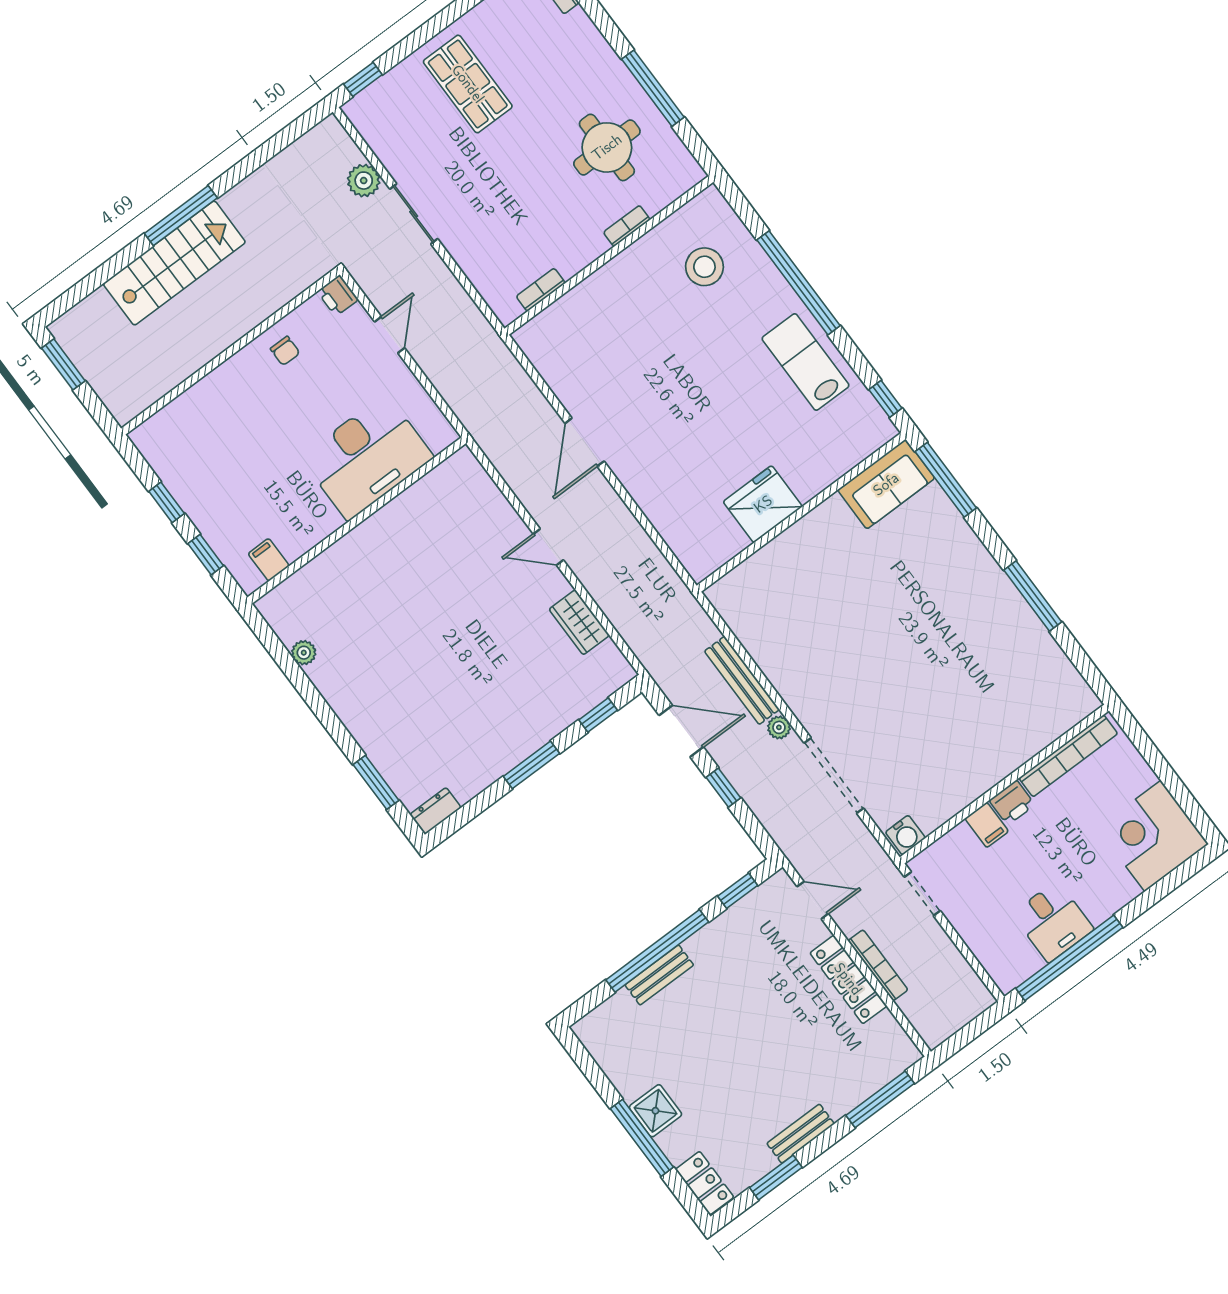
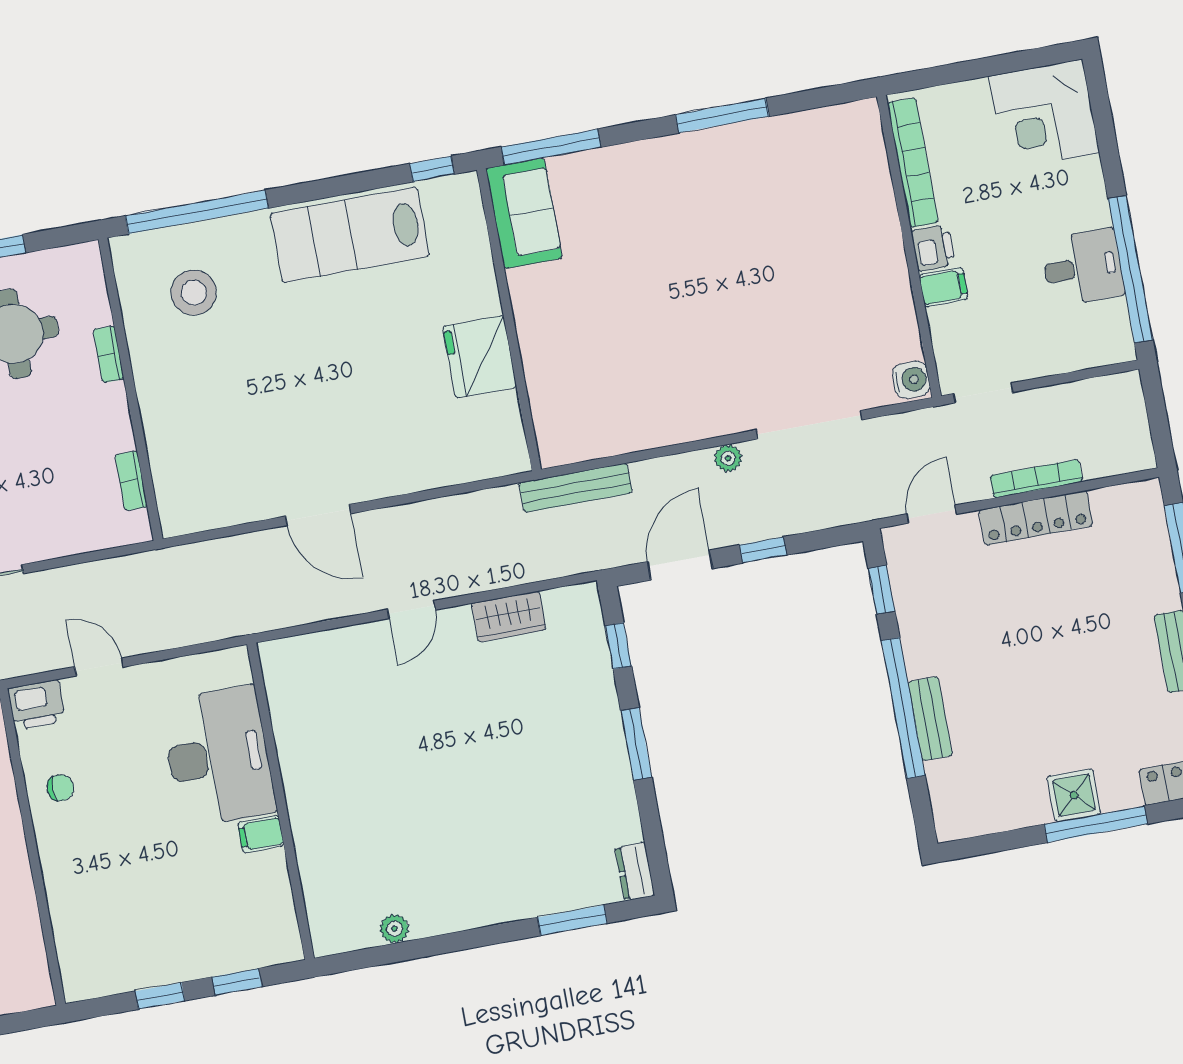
window: (798, 283) -> (197, 212), moved
printer: (338, 296) -> (37, 705), width x1.36, depth x1.24
lab bench: (805, 362) -> (350, 235), width x1.36, depth x1.39
filing cabinet: (269, 560) -> (261, 834), moved
bench: (742, 680) -> (576, 488), moved

